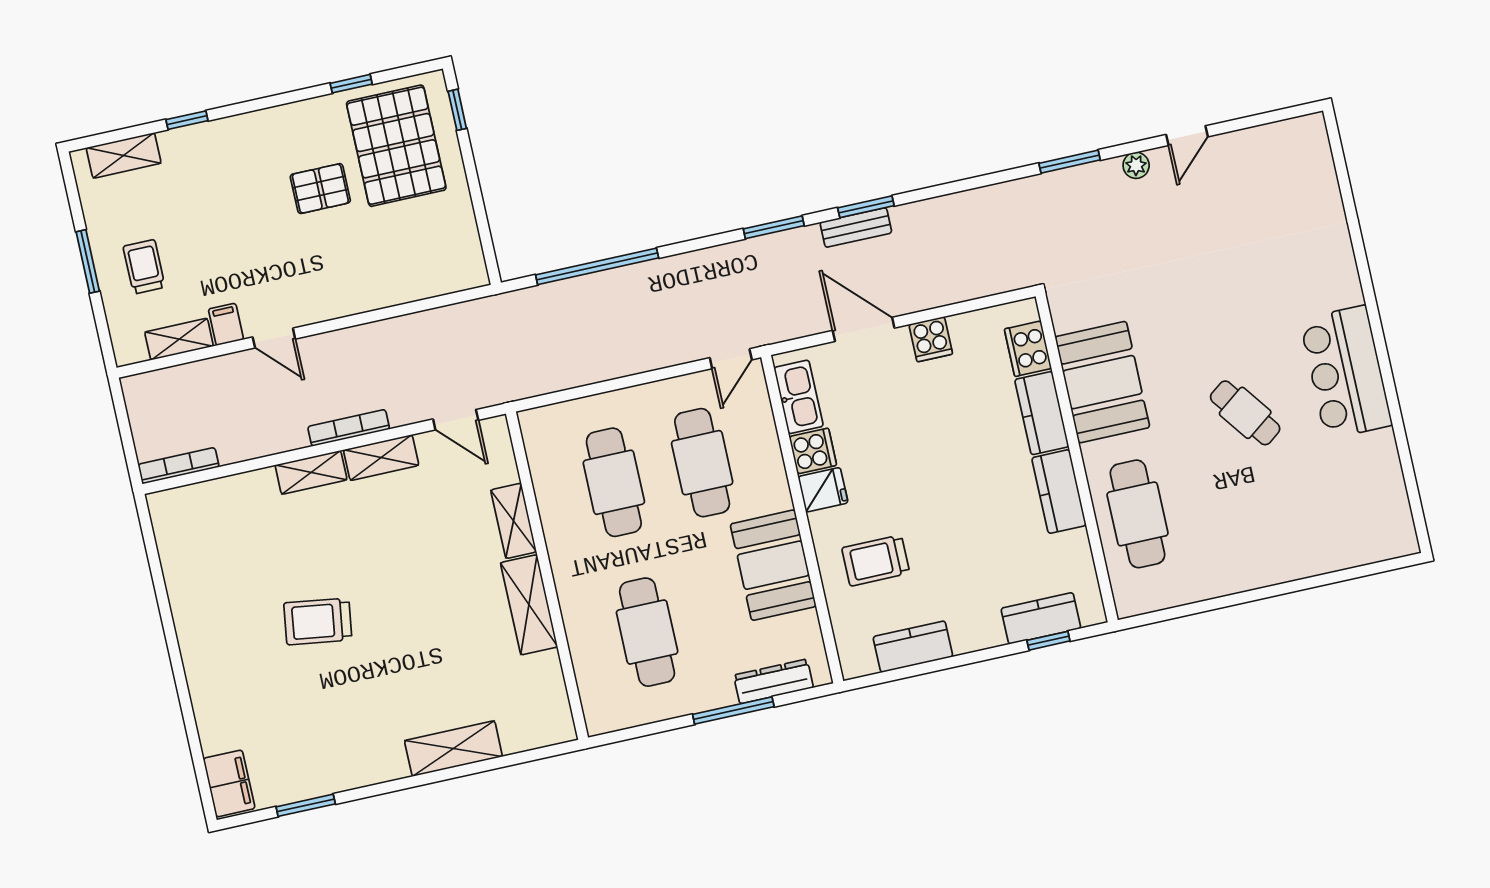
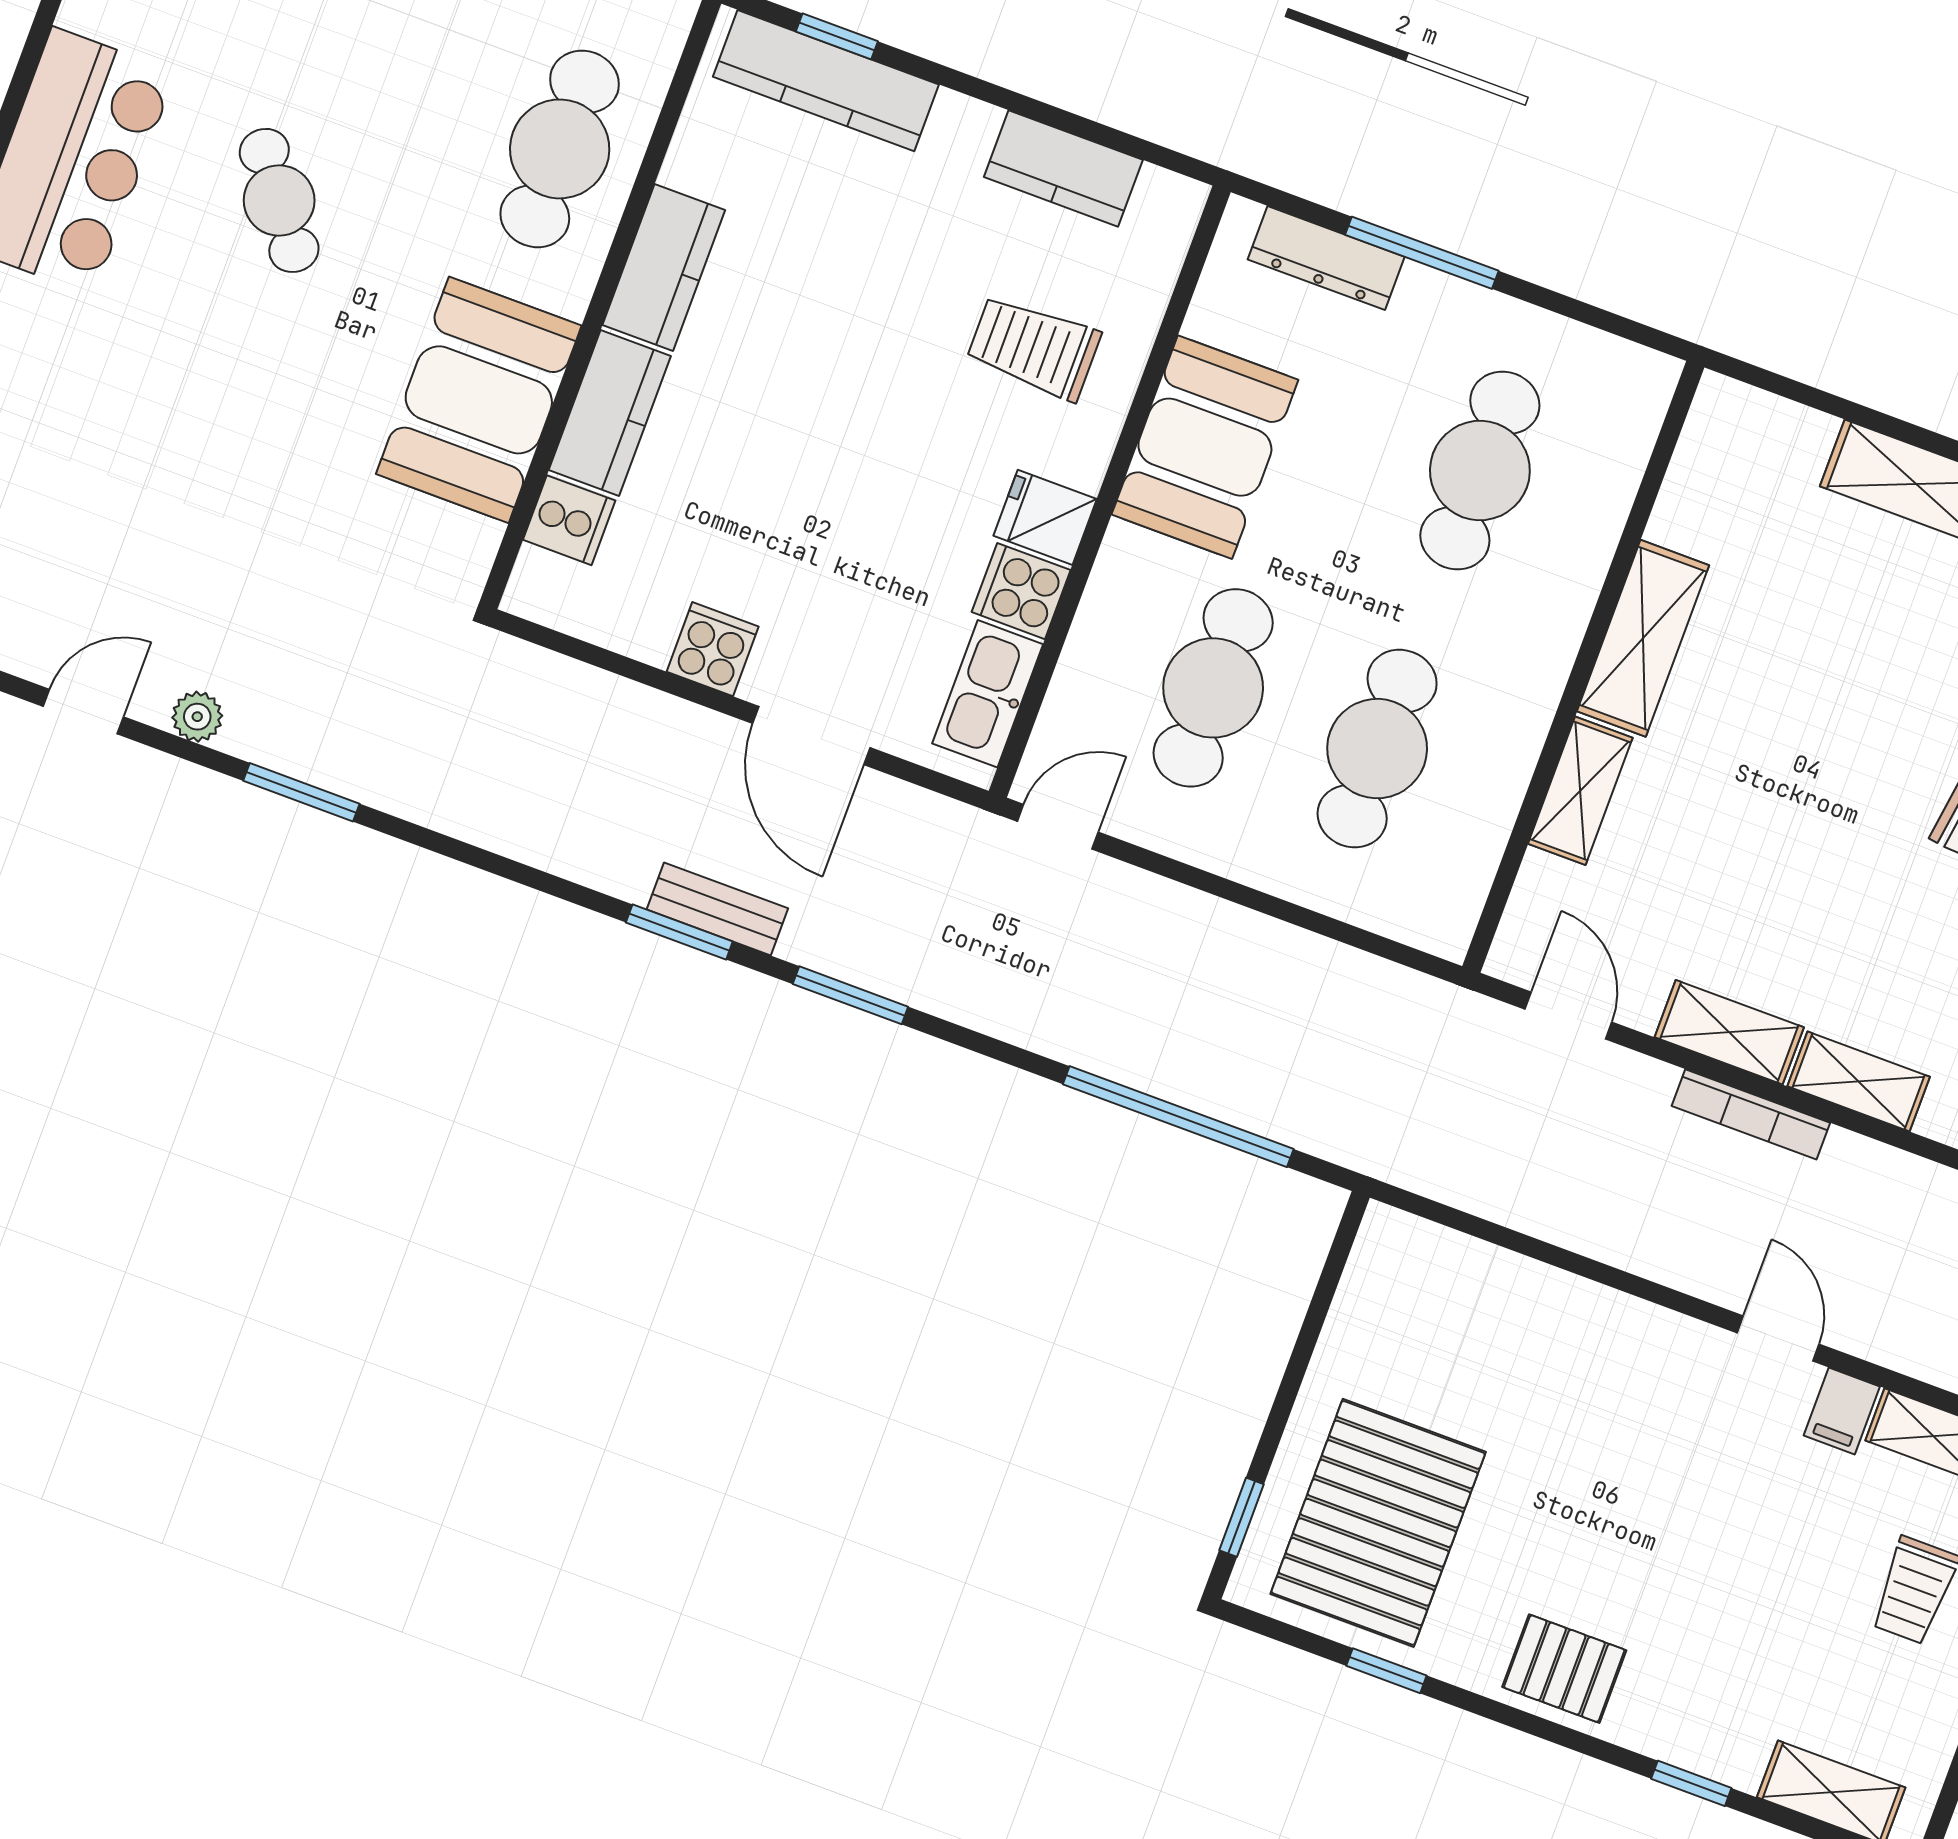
pallet: (320, 189) -> (1564, 1669), moved
cooker: (1028, 349) -> (569, 520), width x0.73
trolley: (876, 560) -> (1034, 347), turned 180
kitchen counter: (1041, 618) -> (826, 81), width x1.50

